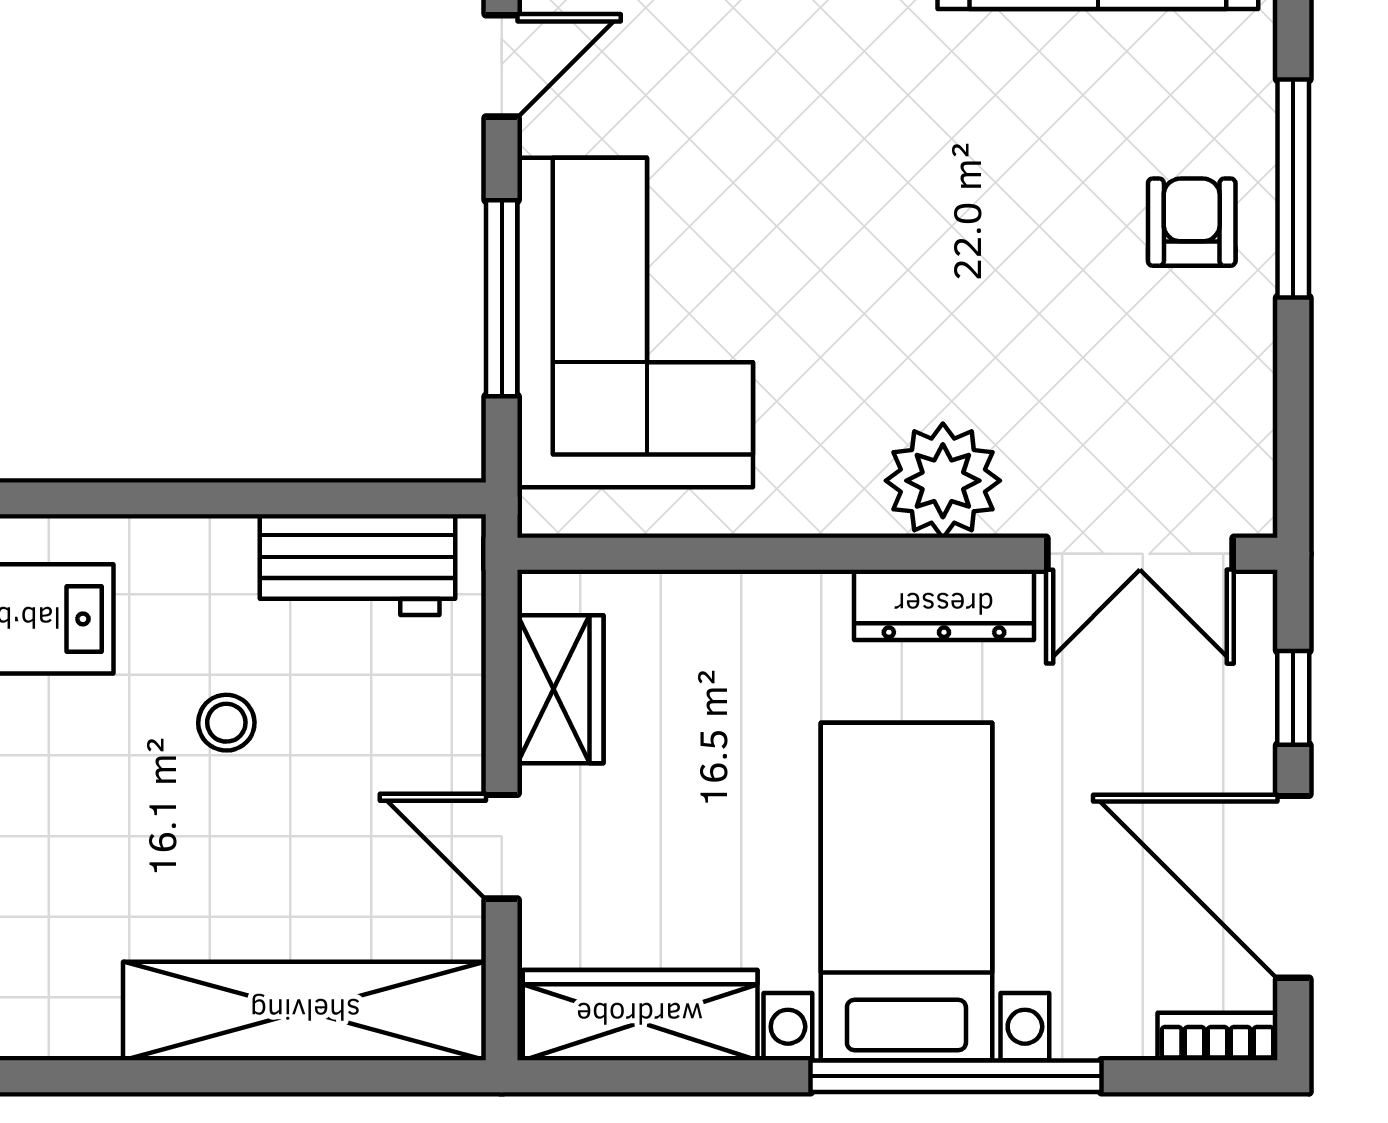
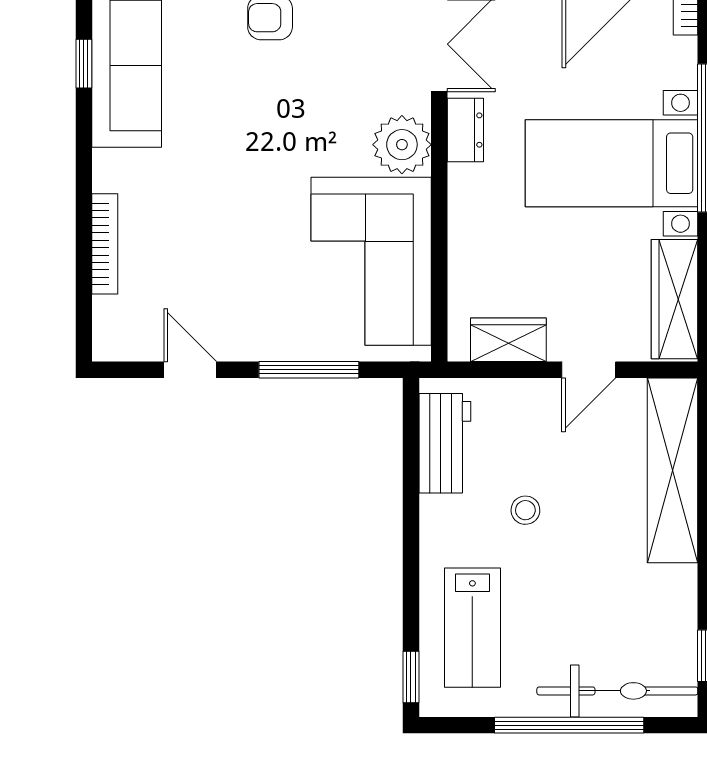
corner sofa: (635, 323) -> (371, 261), moved, turned -90
dresser: (944, 605) -> (465, 130), width x0.70

